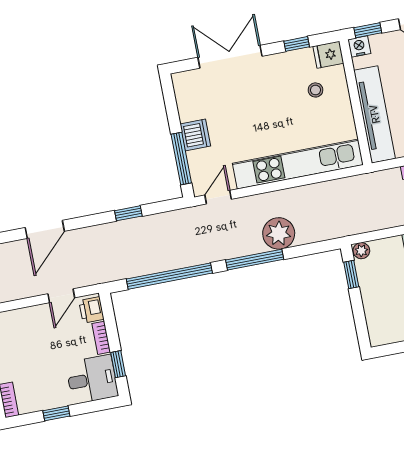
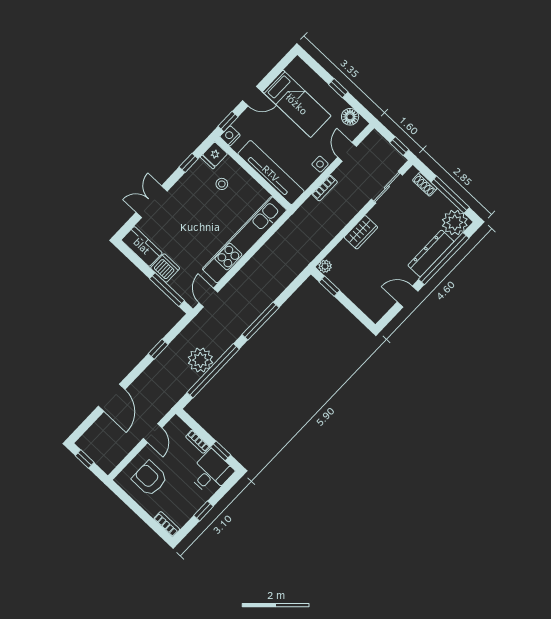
double door: (230, 57) -> (152, 202), width x0.73
kitchen counter: (187, 96) -> (142, 246), added
plant: (279, 233) -> (200, 360), moved
printer: (91, 310) -> (179, 428), removed
armchair: (25, 340) -> (150, 478), added

